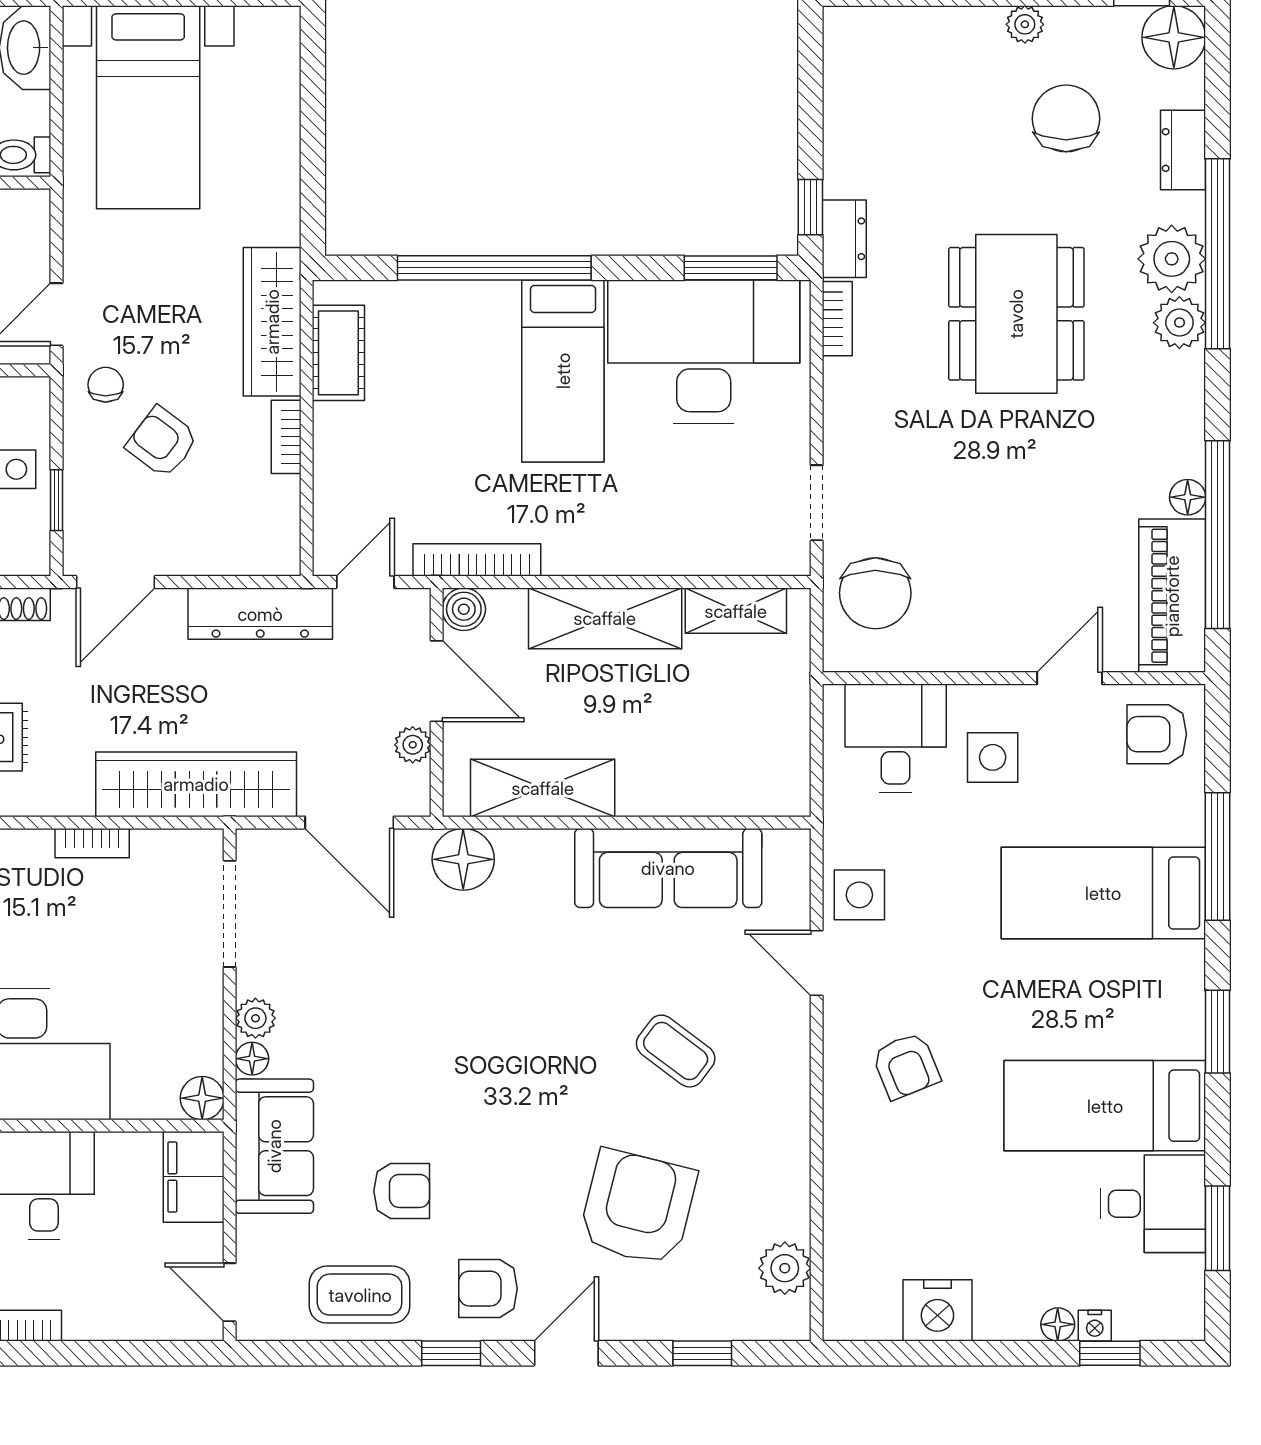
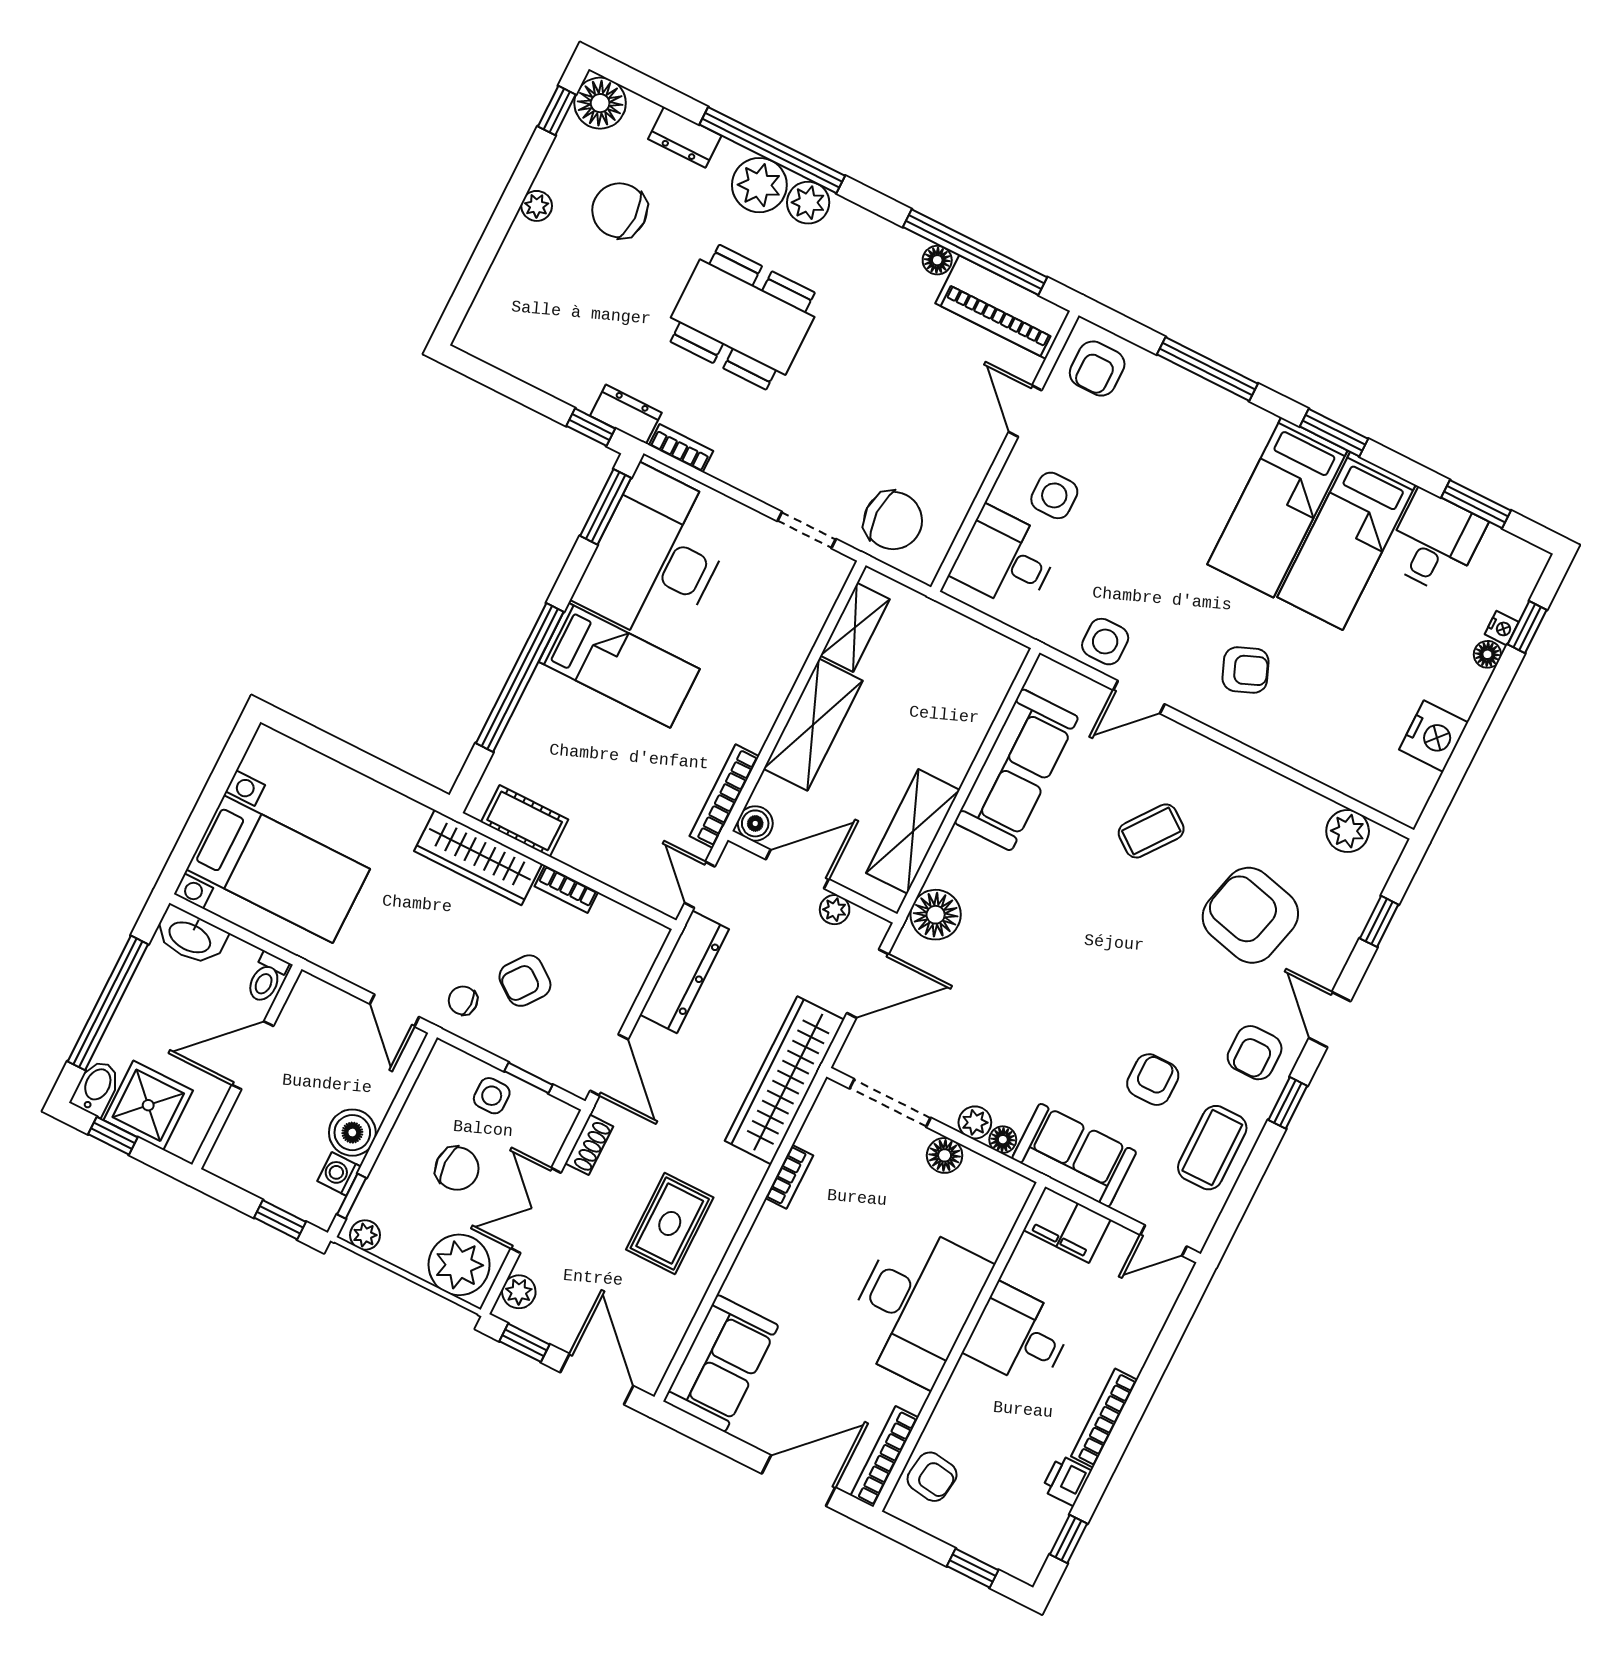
bed: (1103, 893) -> (1277, 507), moved
floor lamp: (202, 1098) -> (945, 1155), moved

